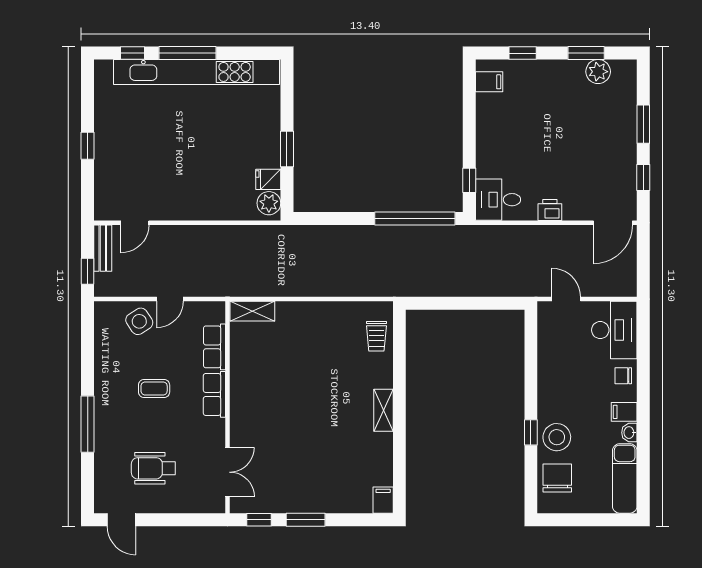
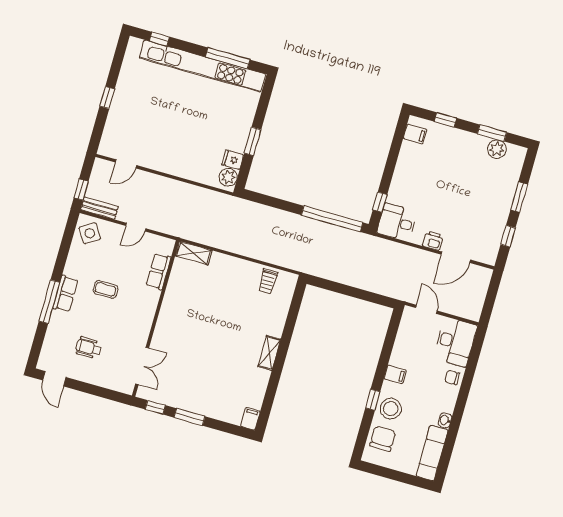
window: (187, 53) -> (228, 58), moved
door: (613, 223) -> (456, 257), moved
bench: (103, 248) -> (99, 208), moved, turned 90
side table: (139, 321) -> (90, 233), moved
trolley: (376, 336) -> (268, 281), moved
row of seats: (214, 394) -> (65, 294), moved, turned 180
filing cabinet: (624, 412) -> (395, 374), moved, turned 180
wheelchair: (153, 468) -> (89, 348), width x0.73, depth x0.73

